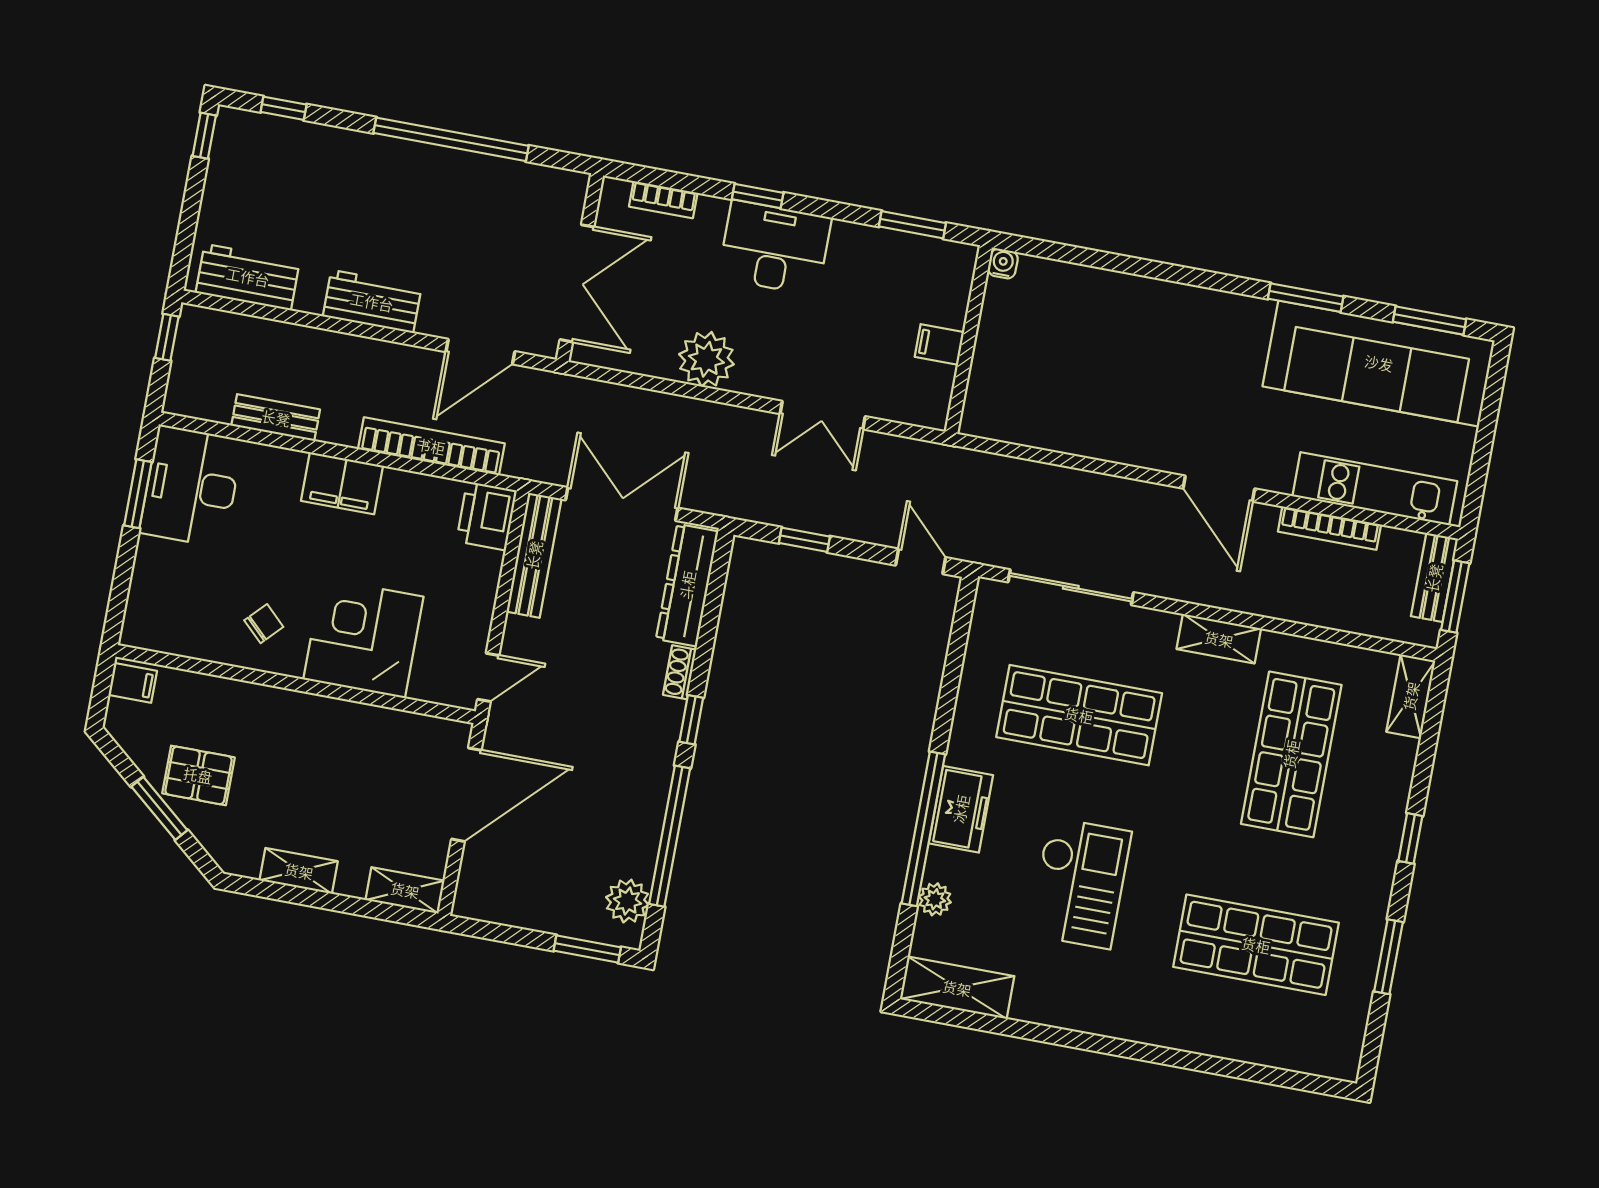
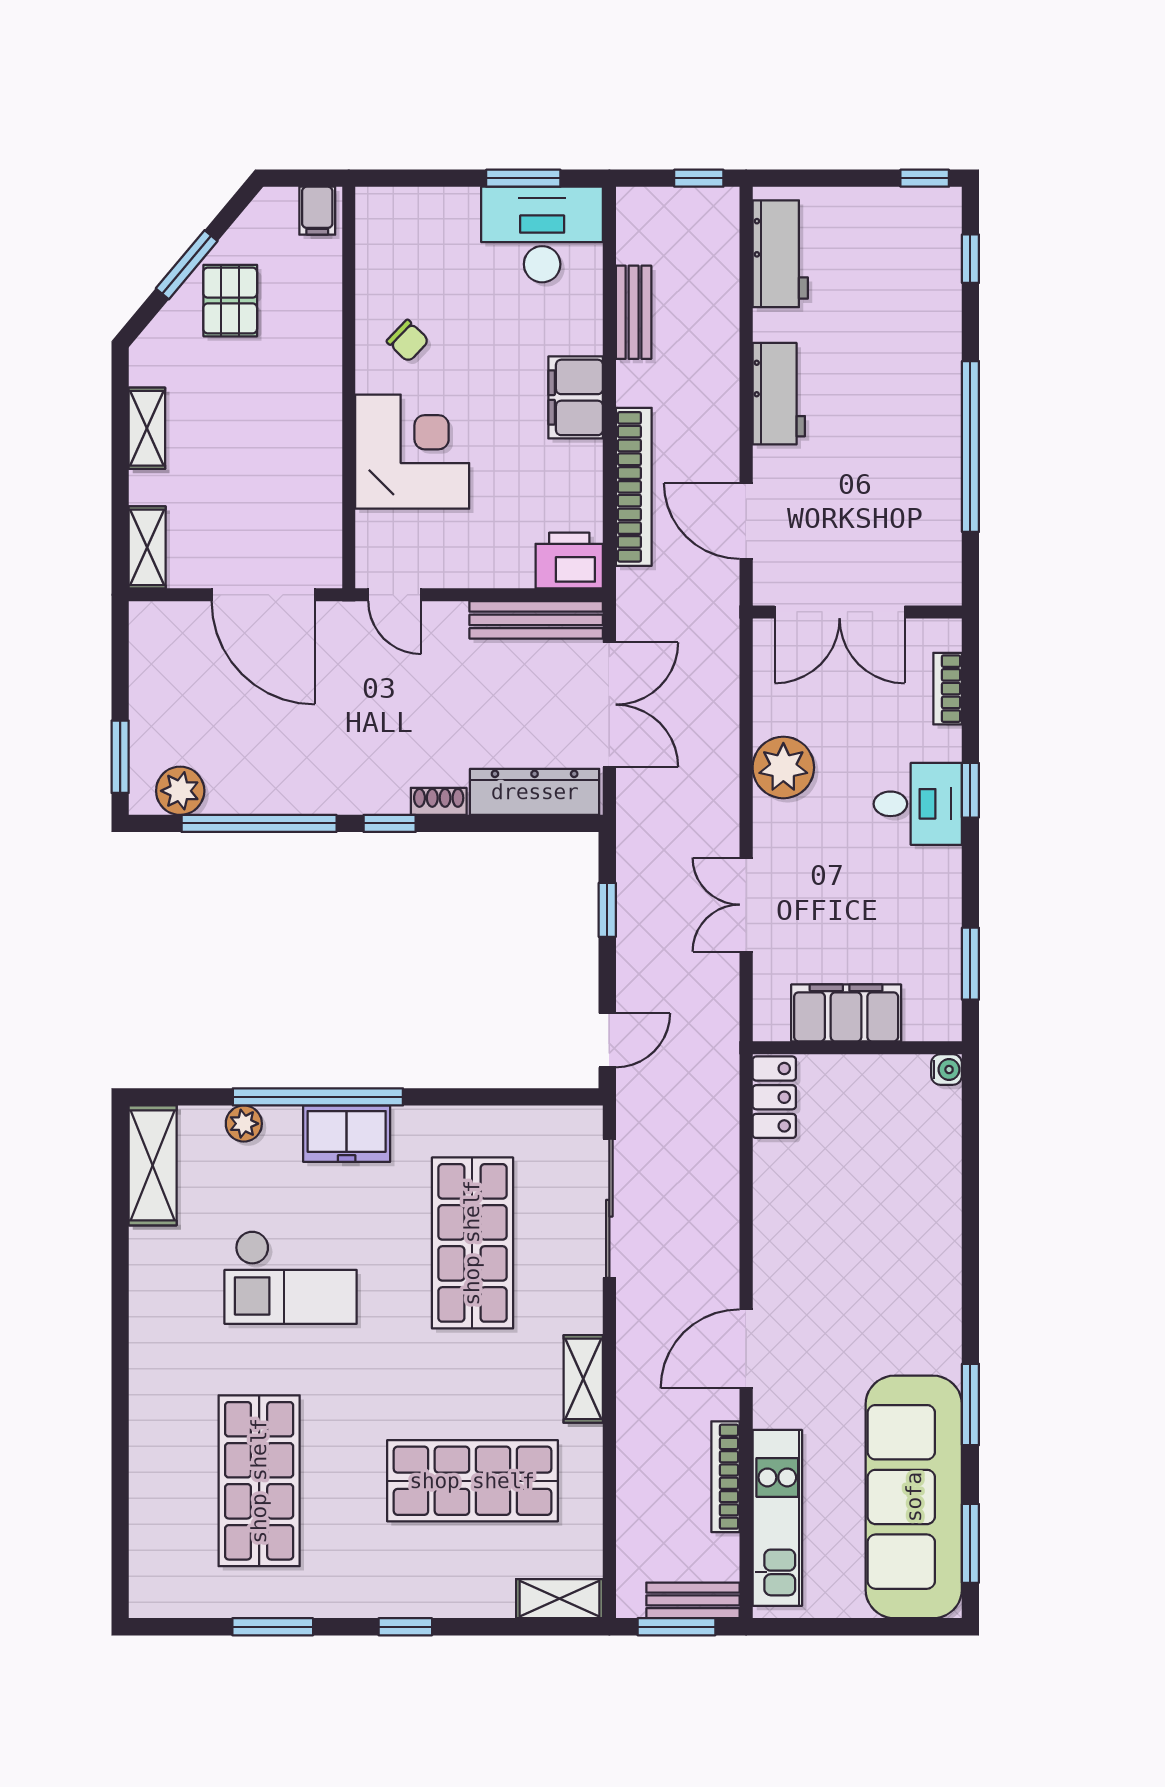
desk: (775, 248) -> (918, 804), width x0.73
filing cabinet: (939, 344) -> (846, 1013), width x3.00, depth x1.17
locker: (999, 422) -> (774, 1097), added

